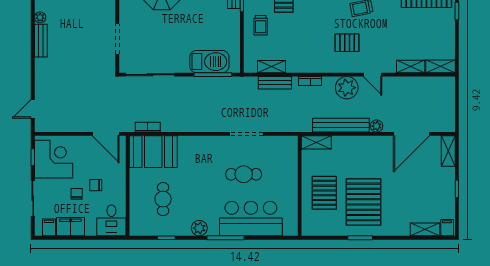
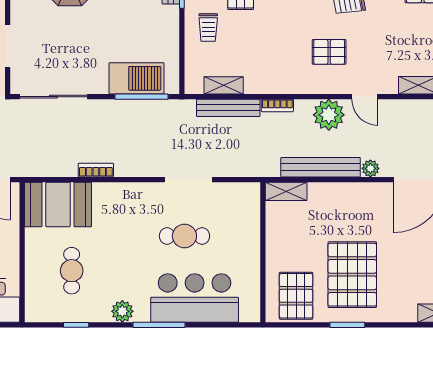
bench: (275, 83) -> (228, 108), width x1.36
bookcase: (148, 127) -> (96, 170), moved
pallet: (324, 193) -> (296, 296), moved

